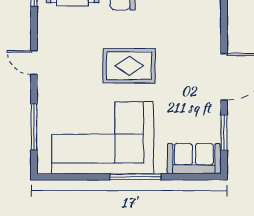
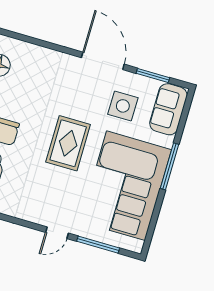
door: (34, 63) -> (57, 233), moved
side table: (184, 111) -> (123, 106), added

